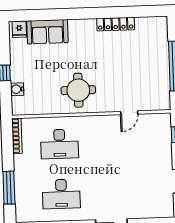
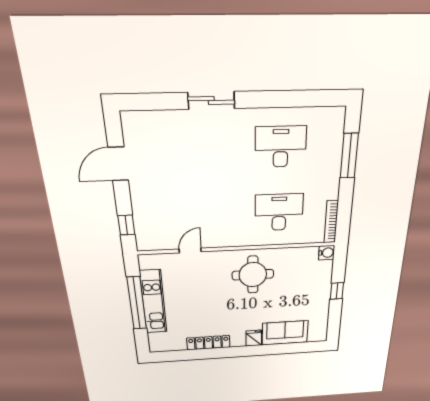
fridge: (19, 29) -> (254, 338), moved
kitchen unit: (161, 67) -> (153, 302), added
water cooler: (17, 89) -> (327, 253), moved

